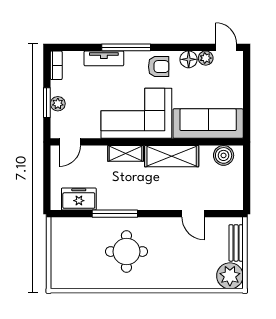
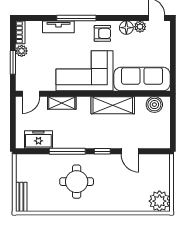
plant: (58, 104) -> (22, 51), moved
shelving: (126, 153) -> (62, 103), moved
window: (159, 214) -> (102, 151), added
bench: (236, 243) -> (21, 197), moved

